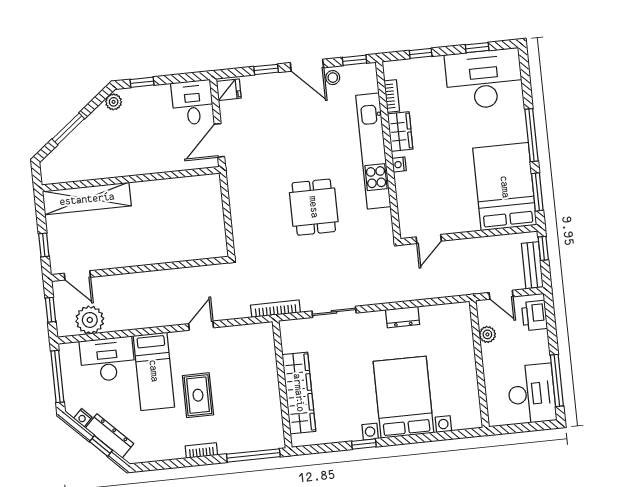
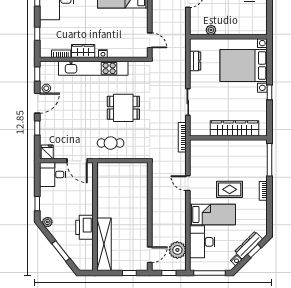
printer: (111, 164) -> (85, 227), added
cafe table: (254, 192) -> (111, 143), added
plant: (487, 334) -> (211, 30), moved
wall: (479, 364) -> (228, 37), moved

